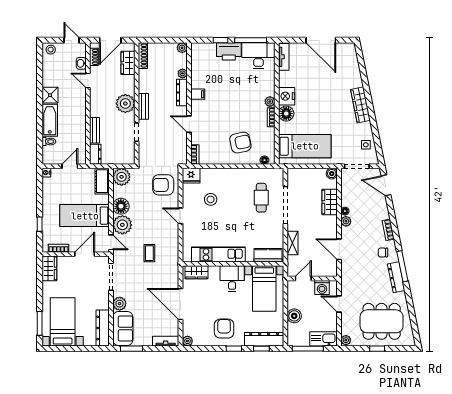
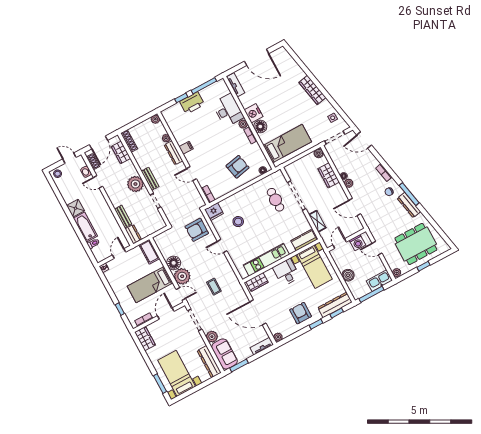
desk: (258, 56) -> (228, 110), moved, turned 90
plant: (122, 177) -> (162, 241), removed

